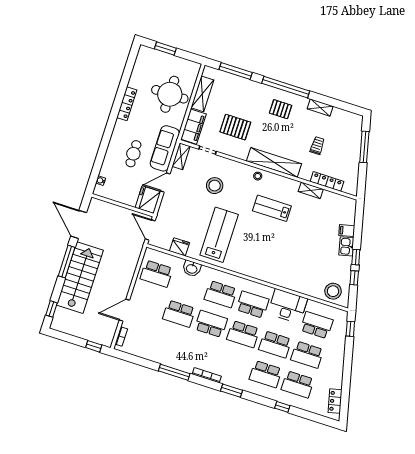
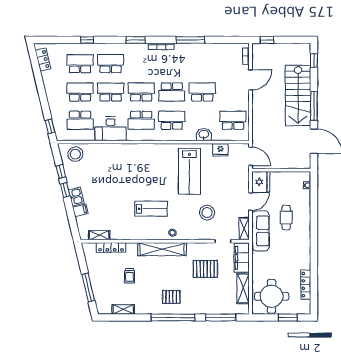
round table: (170, 94) -> (272, 296), moved
locker: (127, 104) -> (306, 285), moved
shelving: (320, 108) -> (123, 309), moved
shelving: (311, 190) -> (99, 235), moved

